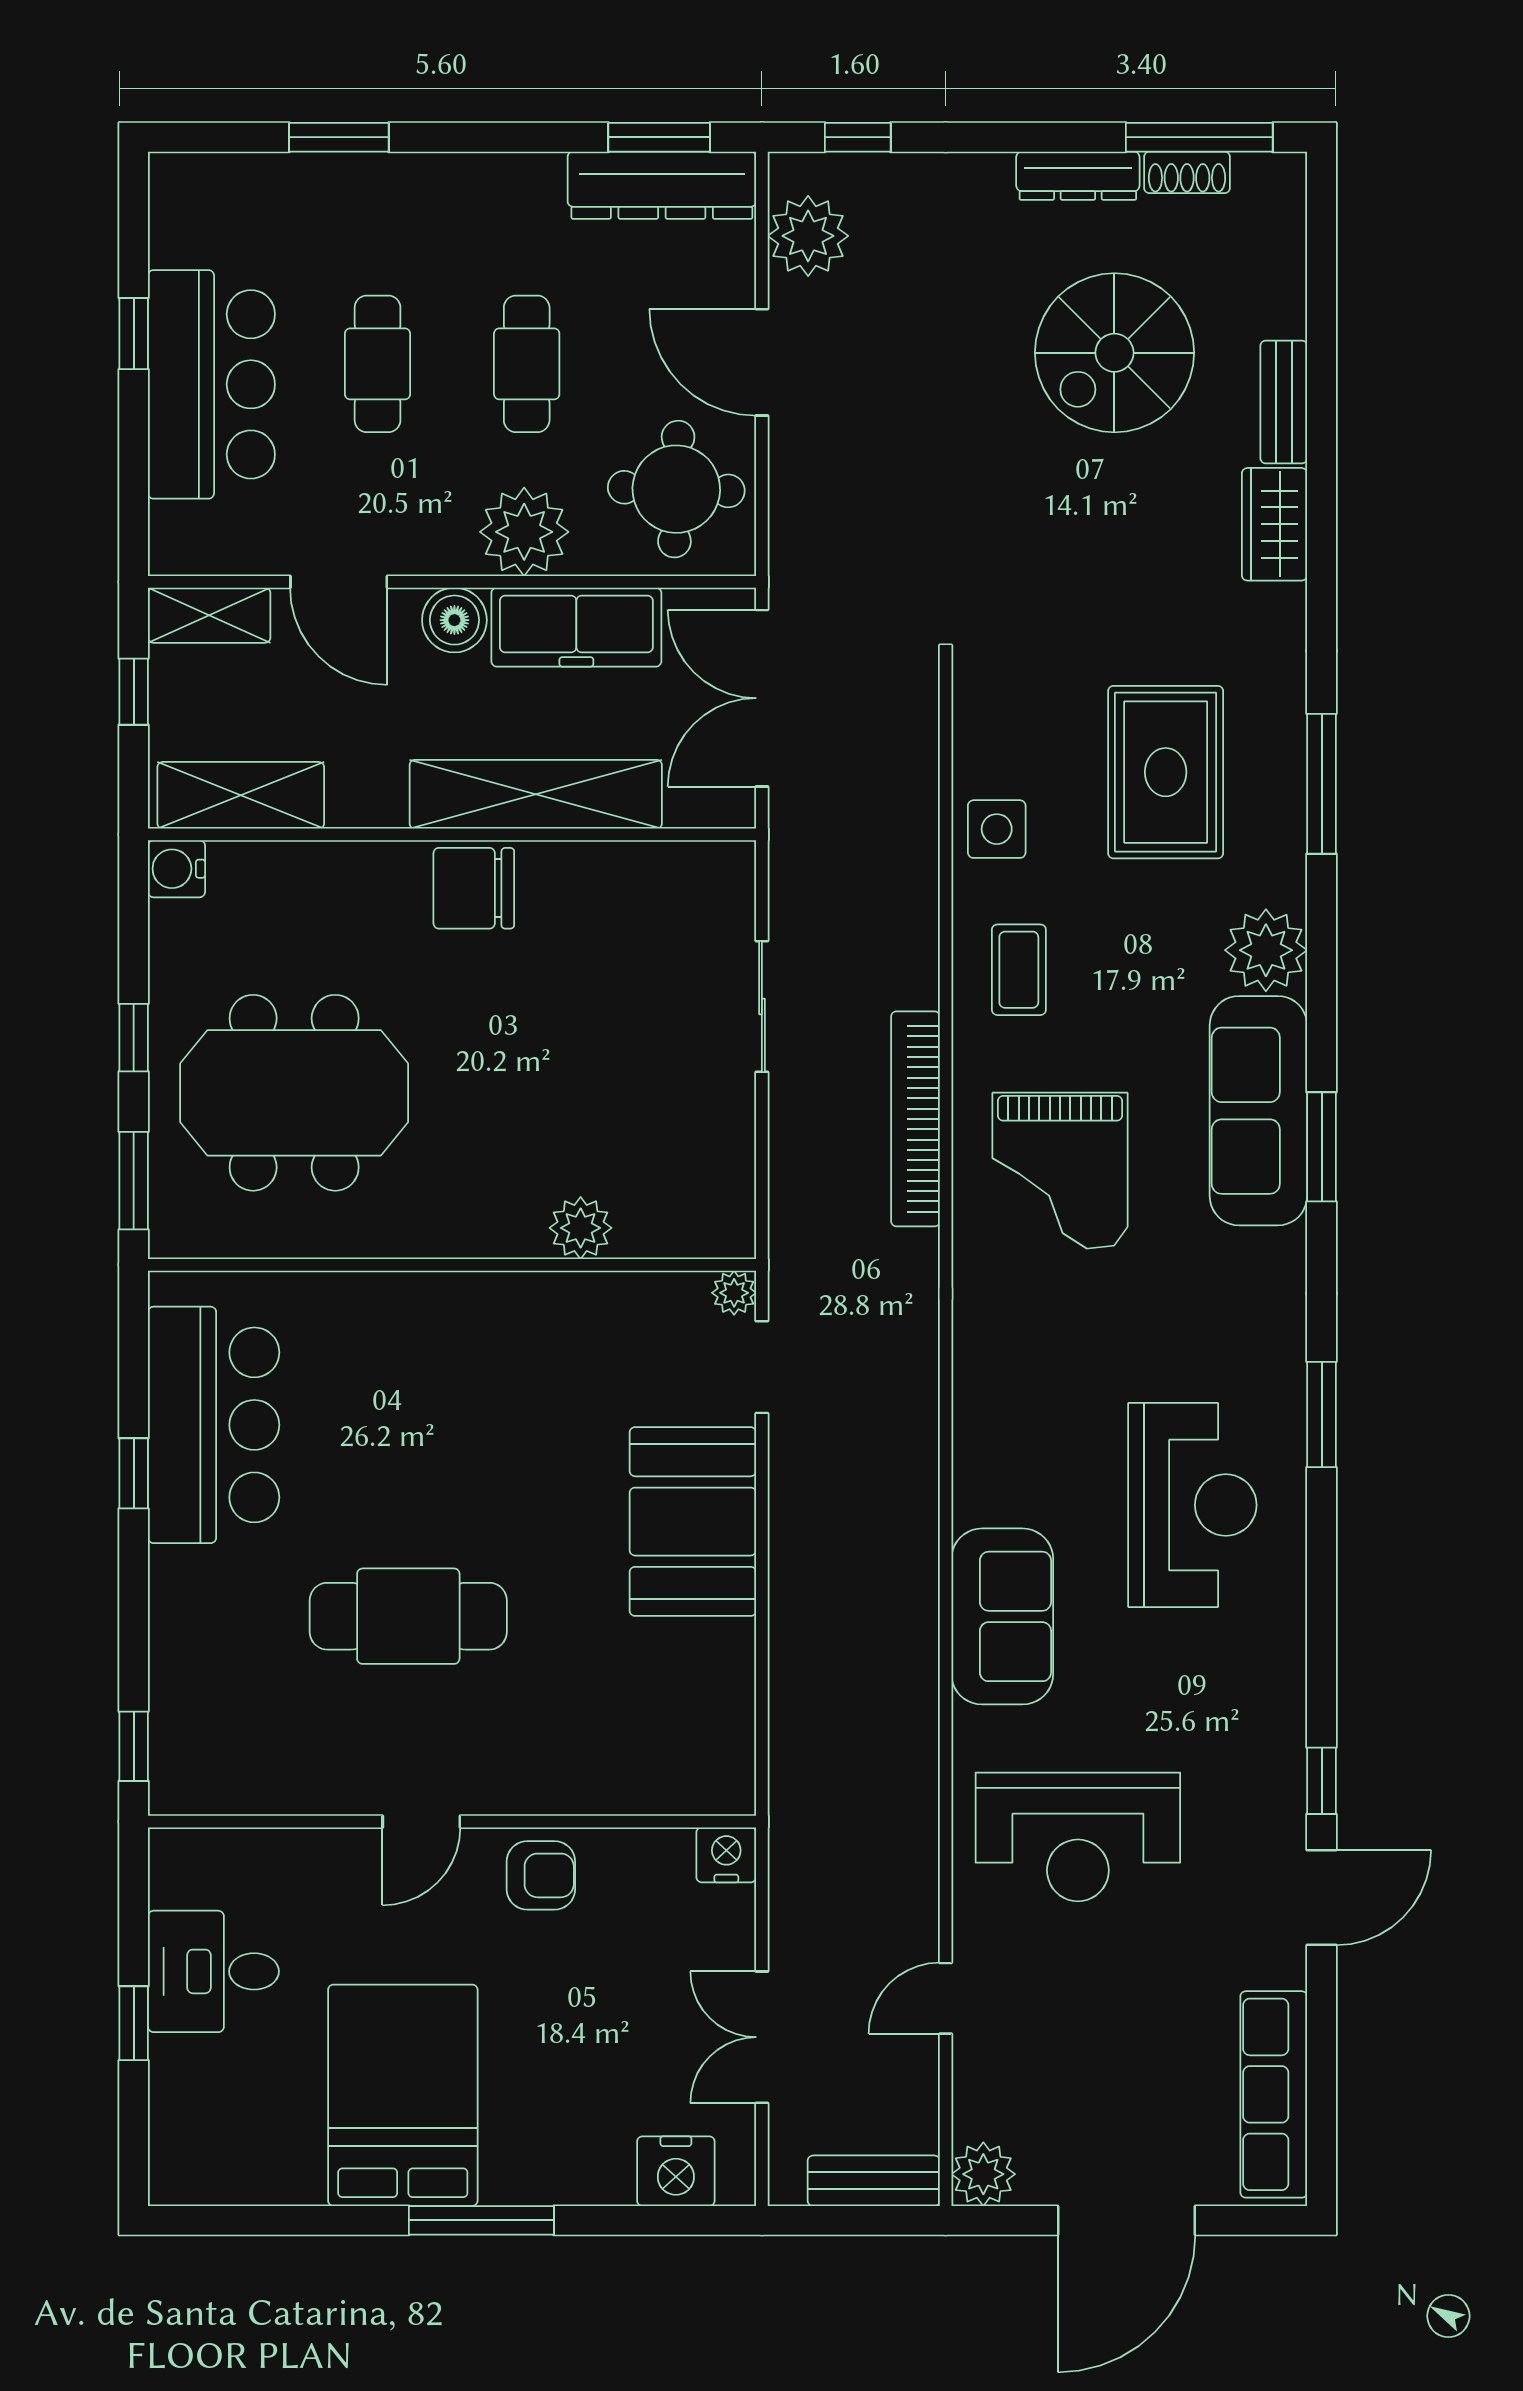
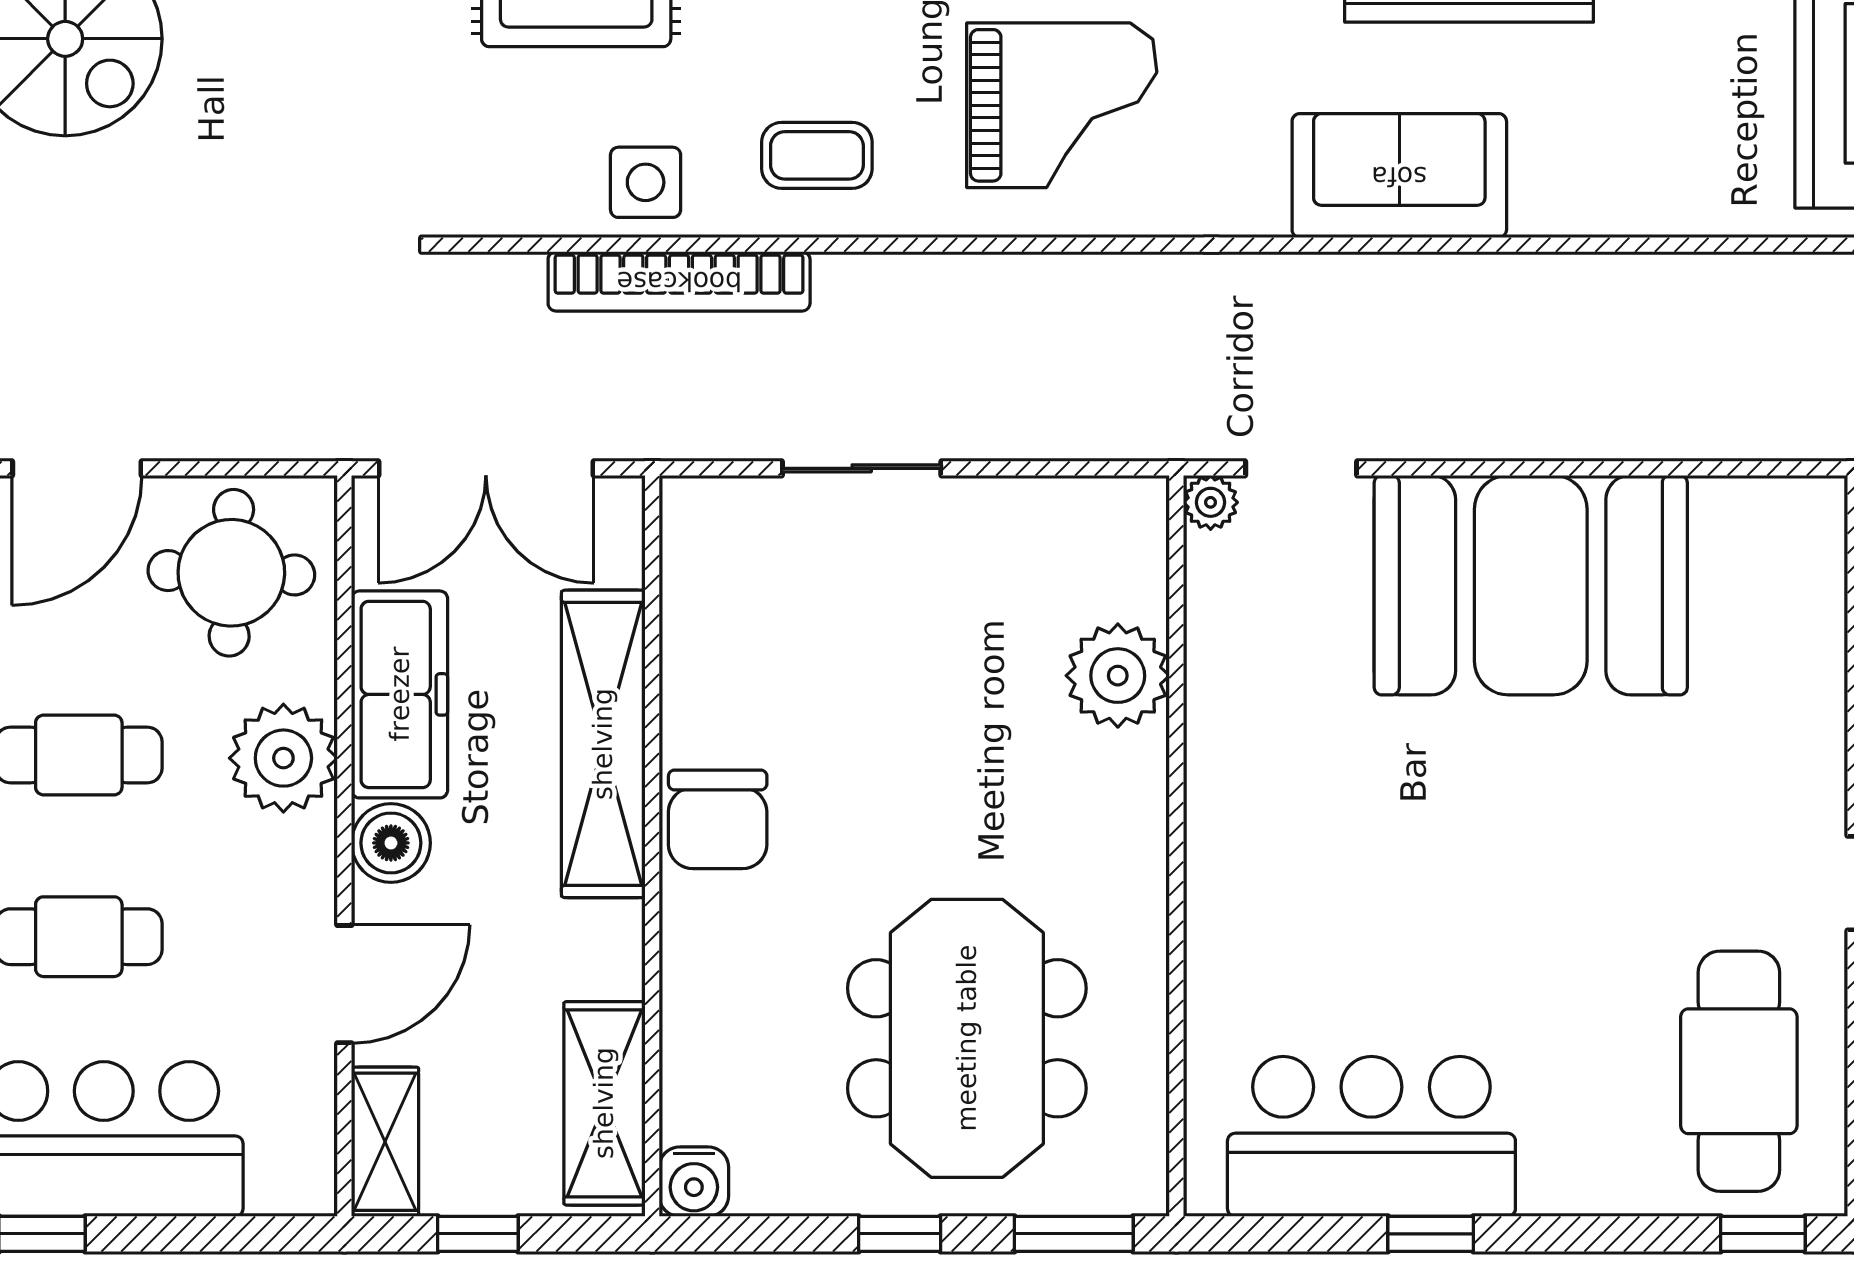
bookcase: (915, 1119) -> (679, 281), moved
plant: (581, 1228) -> (1118, 676), width x1.36, depth x1.36
booth: (693, 1522) -> (1531, 585), width x1.36, depth x1.42
cafe table: (408, 1616) -> (1739, 1071), moved
sofa: (1002, 1616) -> (1399, 176), moved

